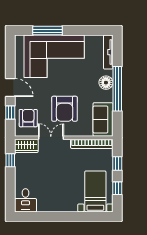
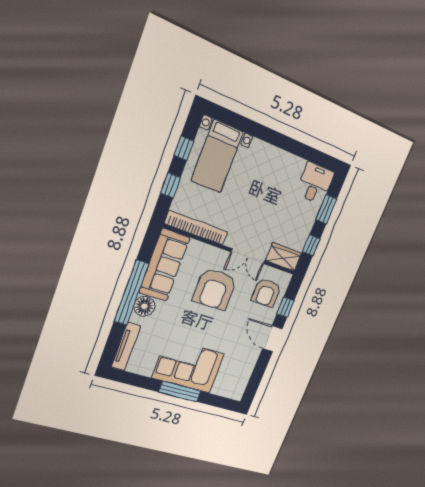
window: (47, 31) -> (180, 391), moved
corner sofa: (54, 56) -> (188, 366), width x0.73, depth x0.74
armchair: (65, 109) -> (215, 289), turned 180
sofa: (103, 119) -> (164, 265), width x1.36
window: (10, 187) -> (326, 209), added

